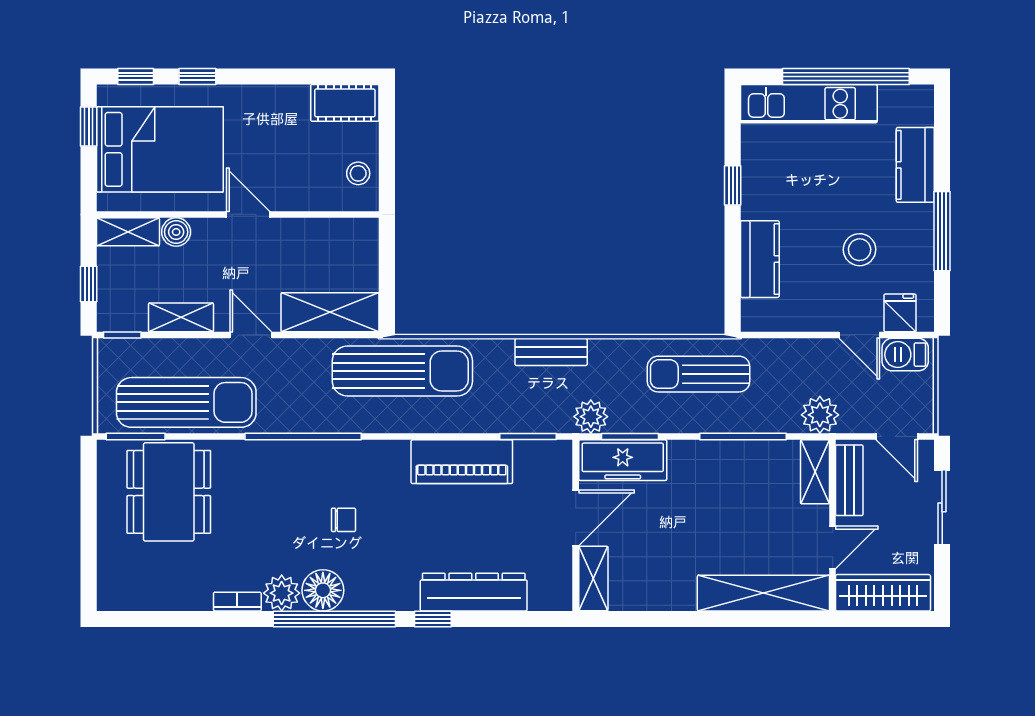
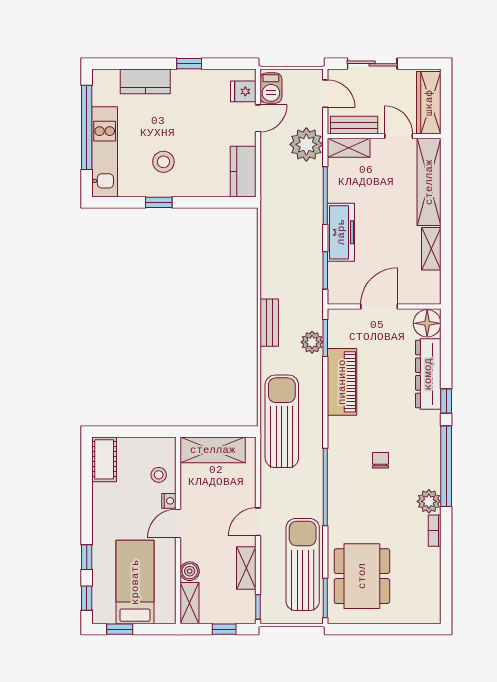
bed: (160, 149) -> (135, 582), width x0.67
stool: (358, 173) -> (159, 475), moved
nightstand: (282, 201) -> (169, 501), added
window: (942, 231) -> (189, 64), width x0.46
stool: (860, 250) -> (163, 162), moved
kitchen counter: (760, 259) -> (243, 172), moved, turned -90
shelving: (330, 312) -> (213, 450), moved, turned 90
sun lounger: (699, 374) -> (284, 225), removed
plant: (820, 415) -> (306, 144), width x1.36, depth x1.36
plant: (591, 417) -> (312, 342), moved
door: (897, 437) -> (325, 94), hinge flipped
freezer: (623, 460) -> (341, 232), moved
dining table: (169, 492) -> (362, 576), turned 90
door: (576, 518) -> (379, 306), hinge flipped
shelving: (593, 578) -> (431, 249), moved, turned 90
floor lamp: (323, 590) -> (427, 323), moved

